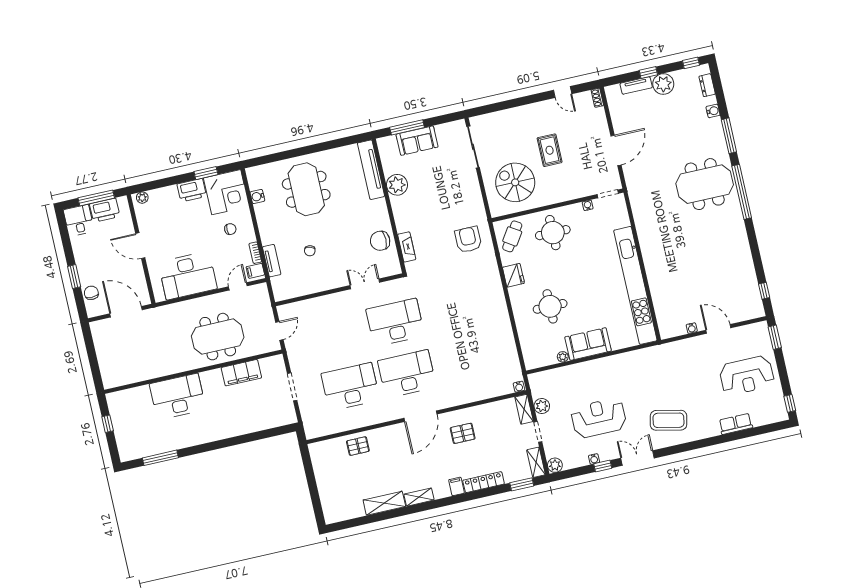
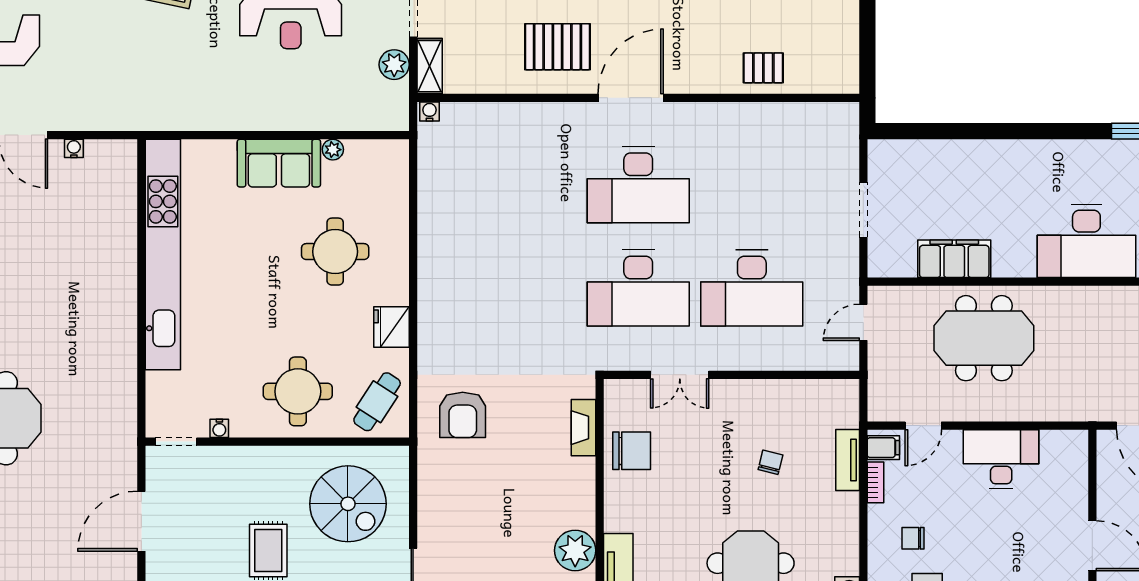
desk: (188, 276) -> (1001, 459), width x0.73, depth x0.77
desk: (350, 387) -> (752, 288), moved
pallet: (463, 433) -> (558, 47), width x1.50, depth x1.42

